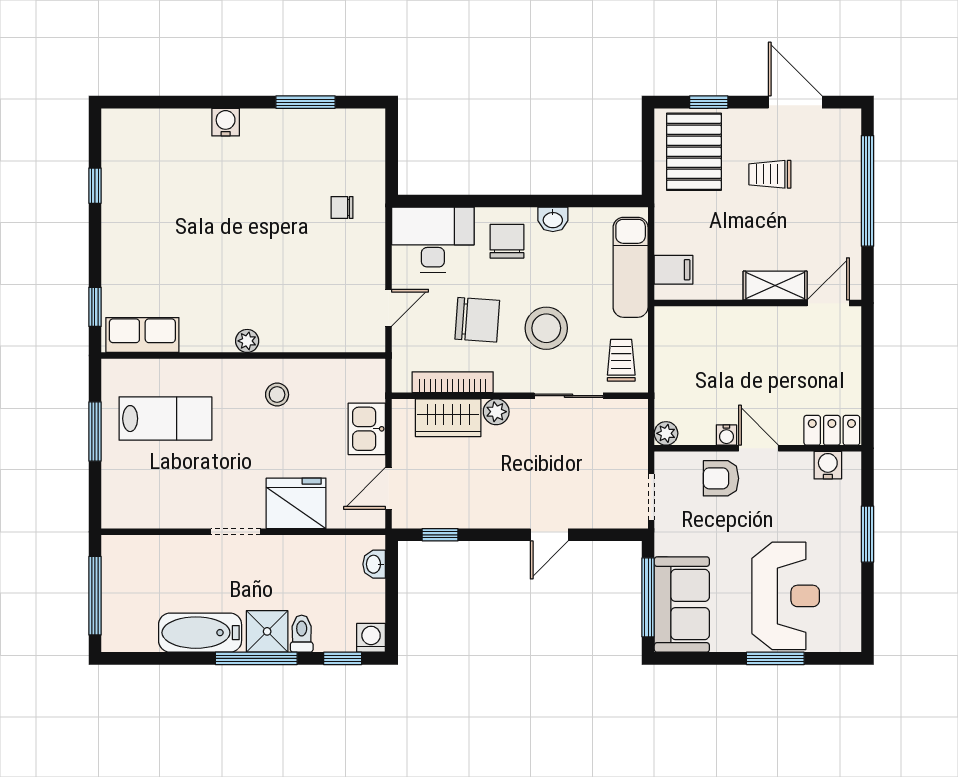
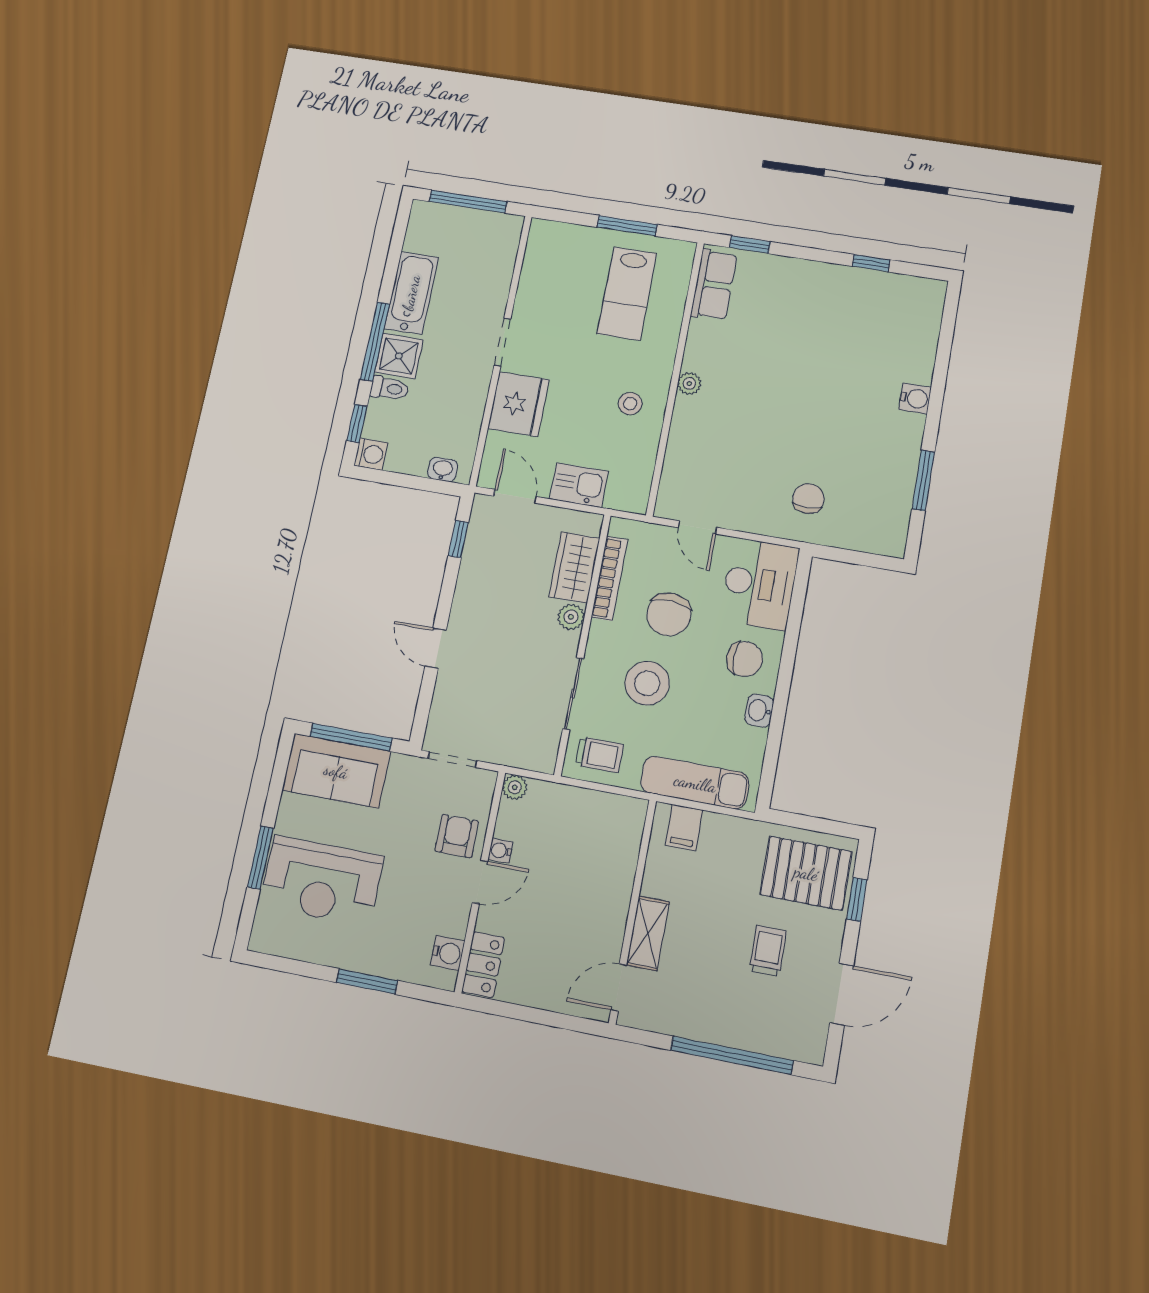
chair: (342, 207) -> (808, 499), width x1.37, depth x1.37
door: (828, 303) -> (619, 988), swing flipped

